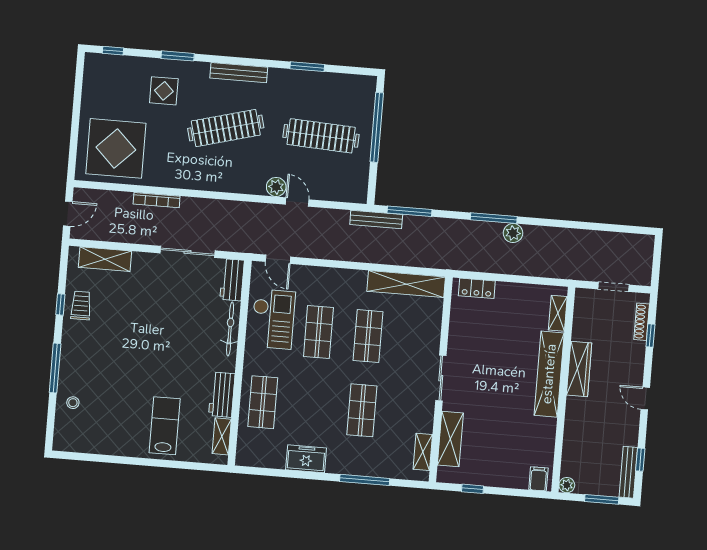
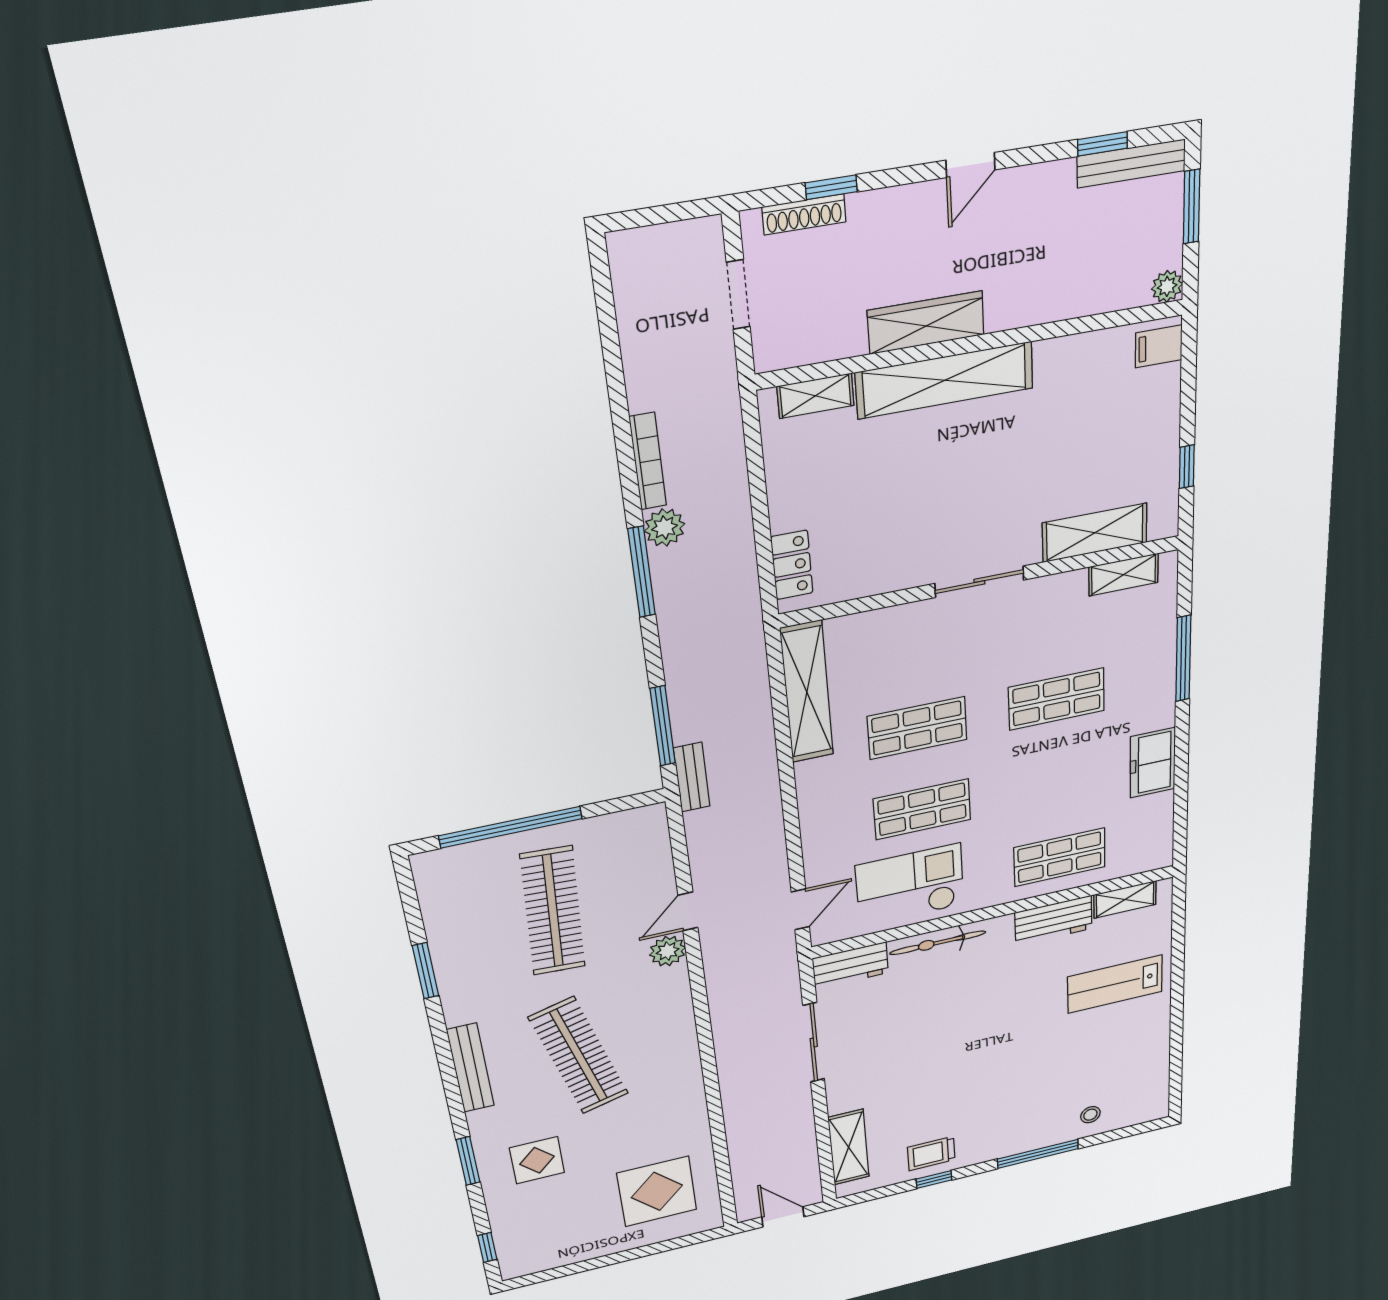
display table: (116, 148) -> (657, 1191), width x0.73, depth x0.73
bookcase: (157, 200) -> (648, 461), moved
bench: (376, 219) -> (692, 777), width x0.73

